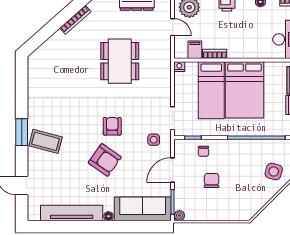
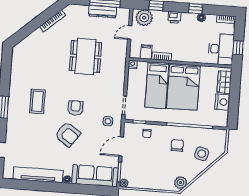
door: (173, 27) -> (130, 32), swing flipped
coffee table: (46, 141) -> (38, 101), moved, turned 75
chair: (212, 180) -> (177, 145), moved
plant: (250, 209) -> (180, 183), added

